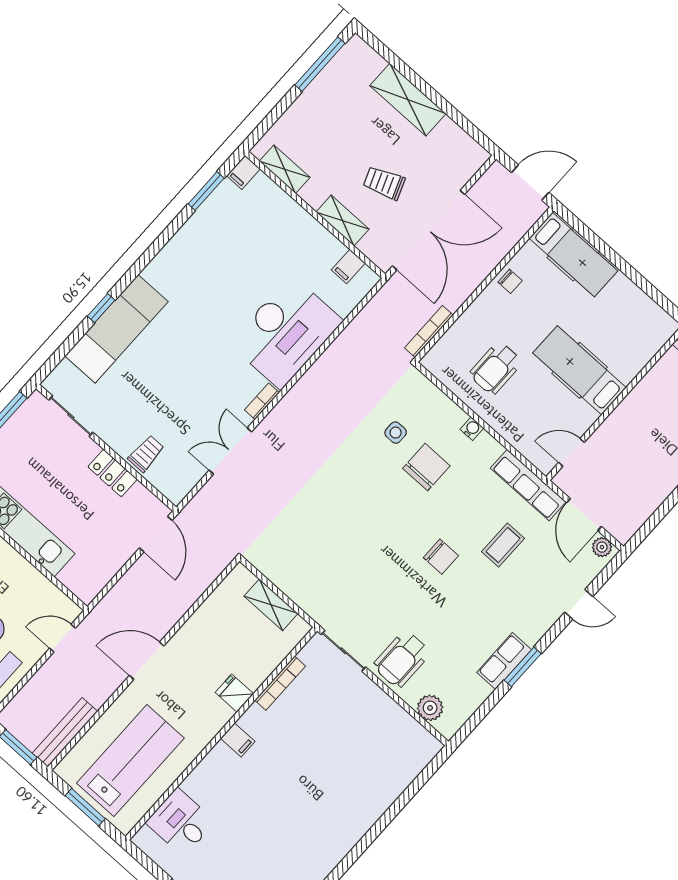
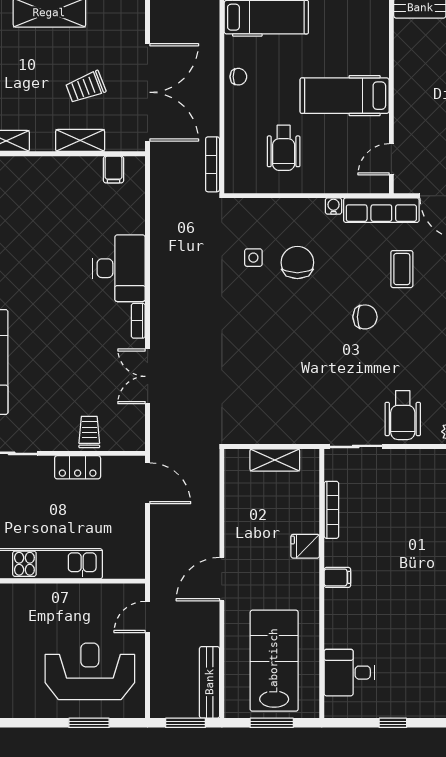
desk: (286, 332) -> (119, 268), width x0.73, depth x0.77
water cooler: (472, 429) -> (334, 206), moved

